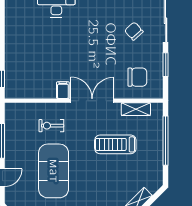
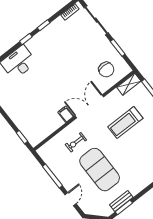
chair: (134, 31) -> (81, 42), removed
chair: (137, 77) -> (106, 69), turned 90
shelving: (136, 109) -> (129, 84), moved

